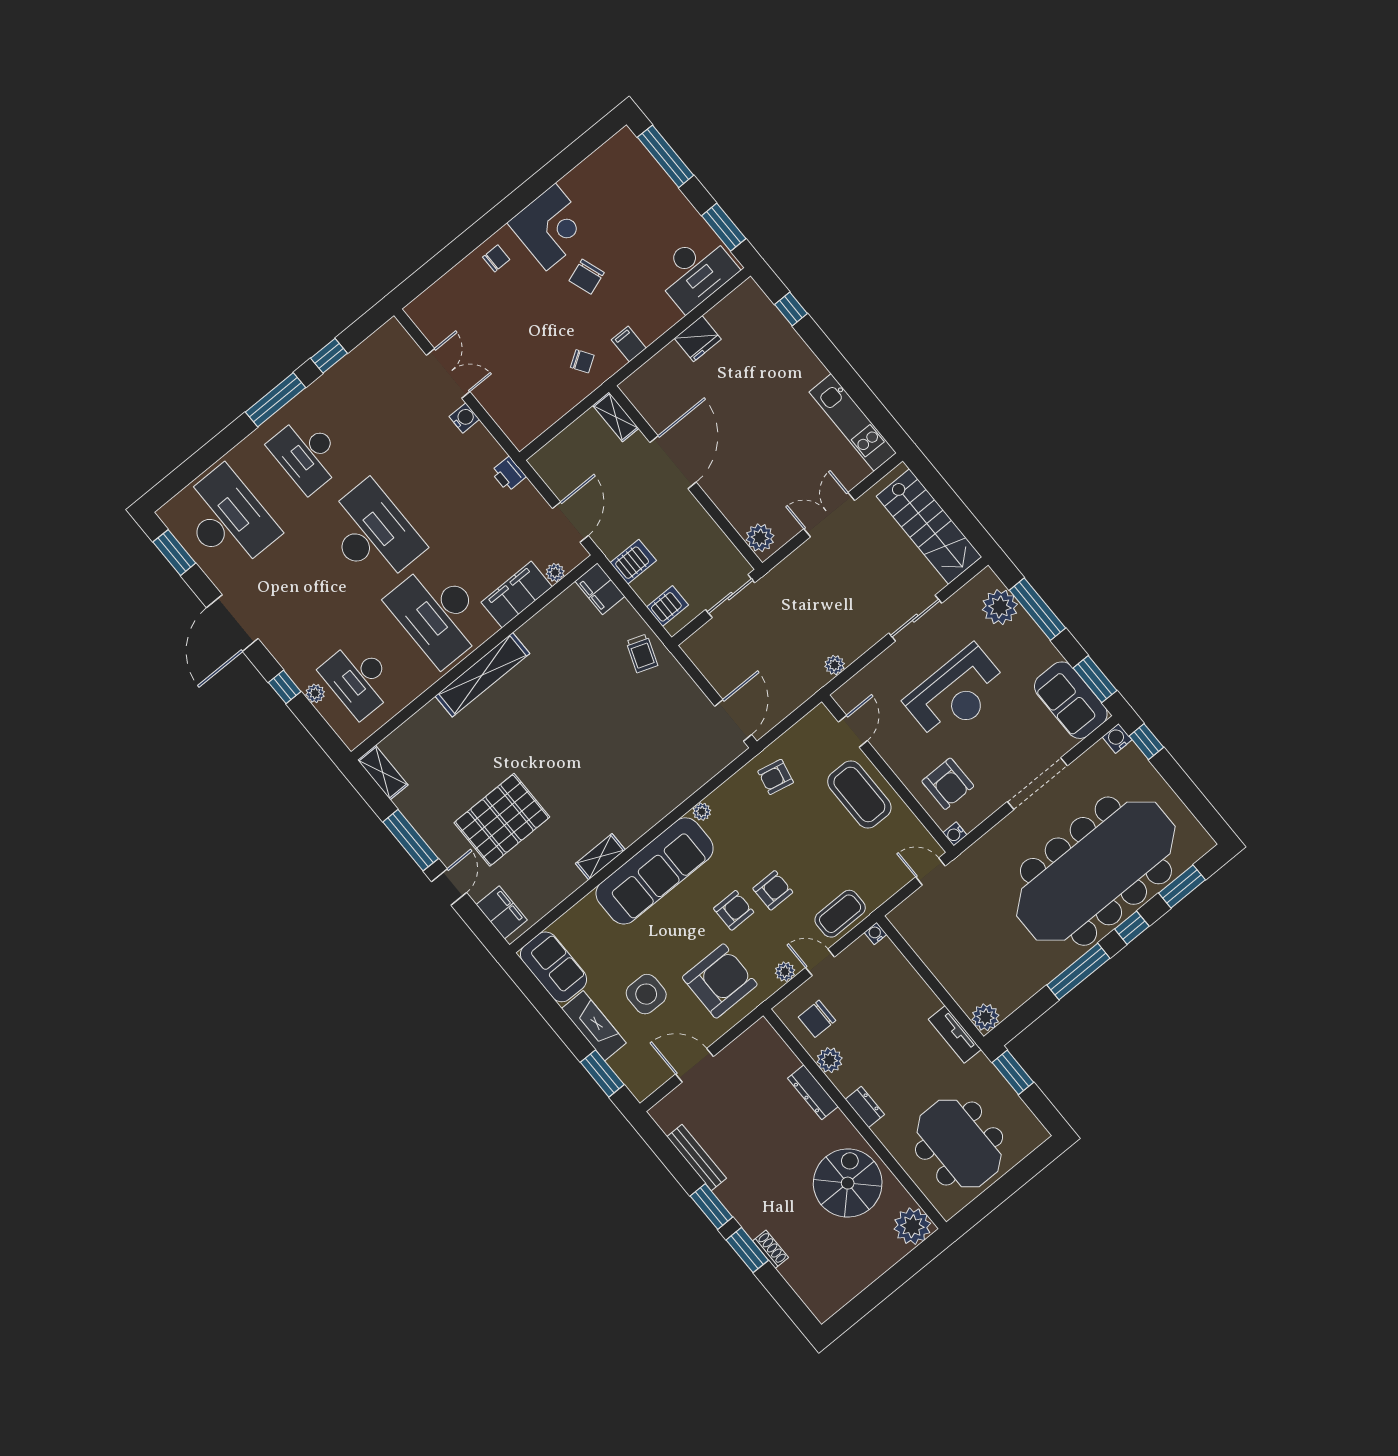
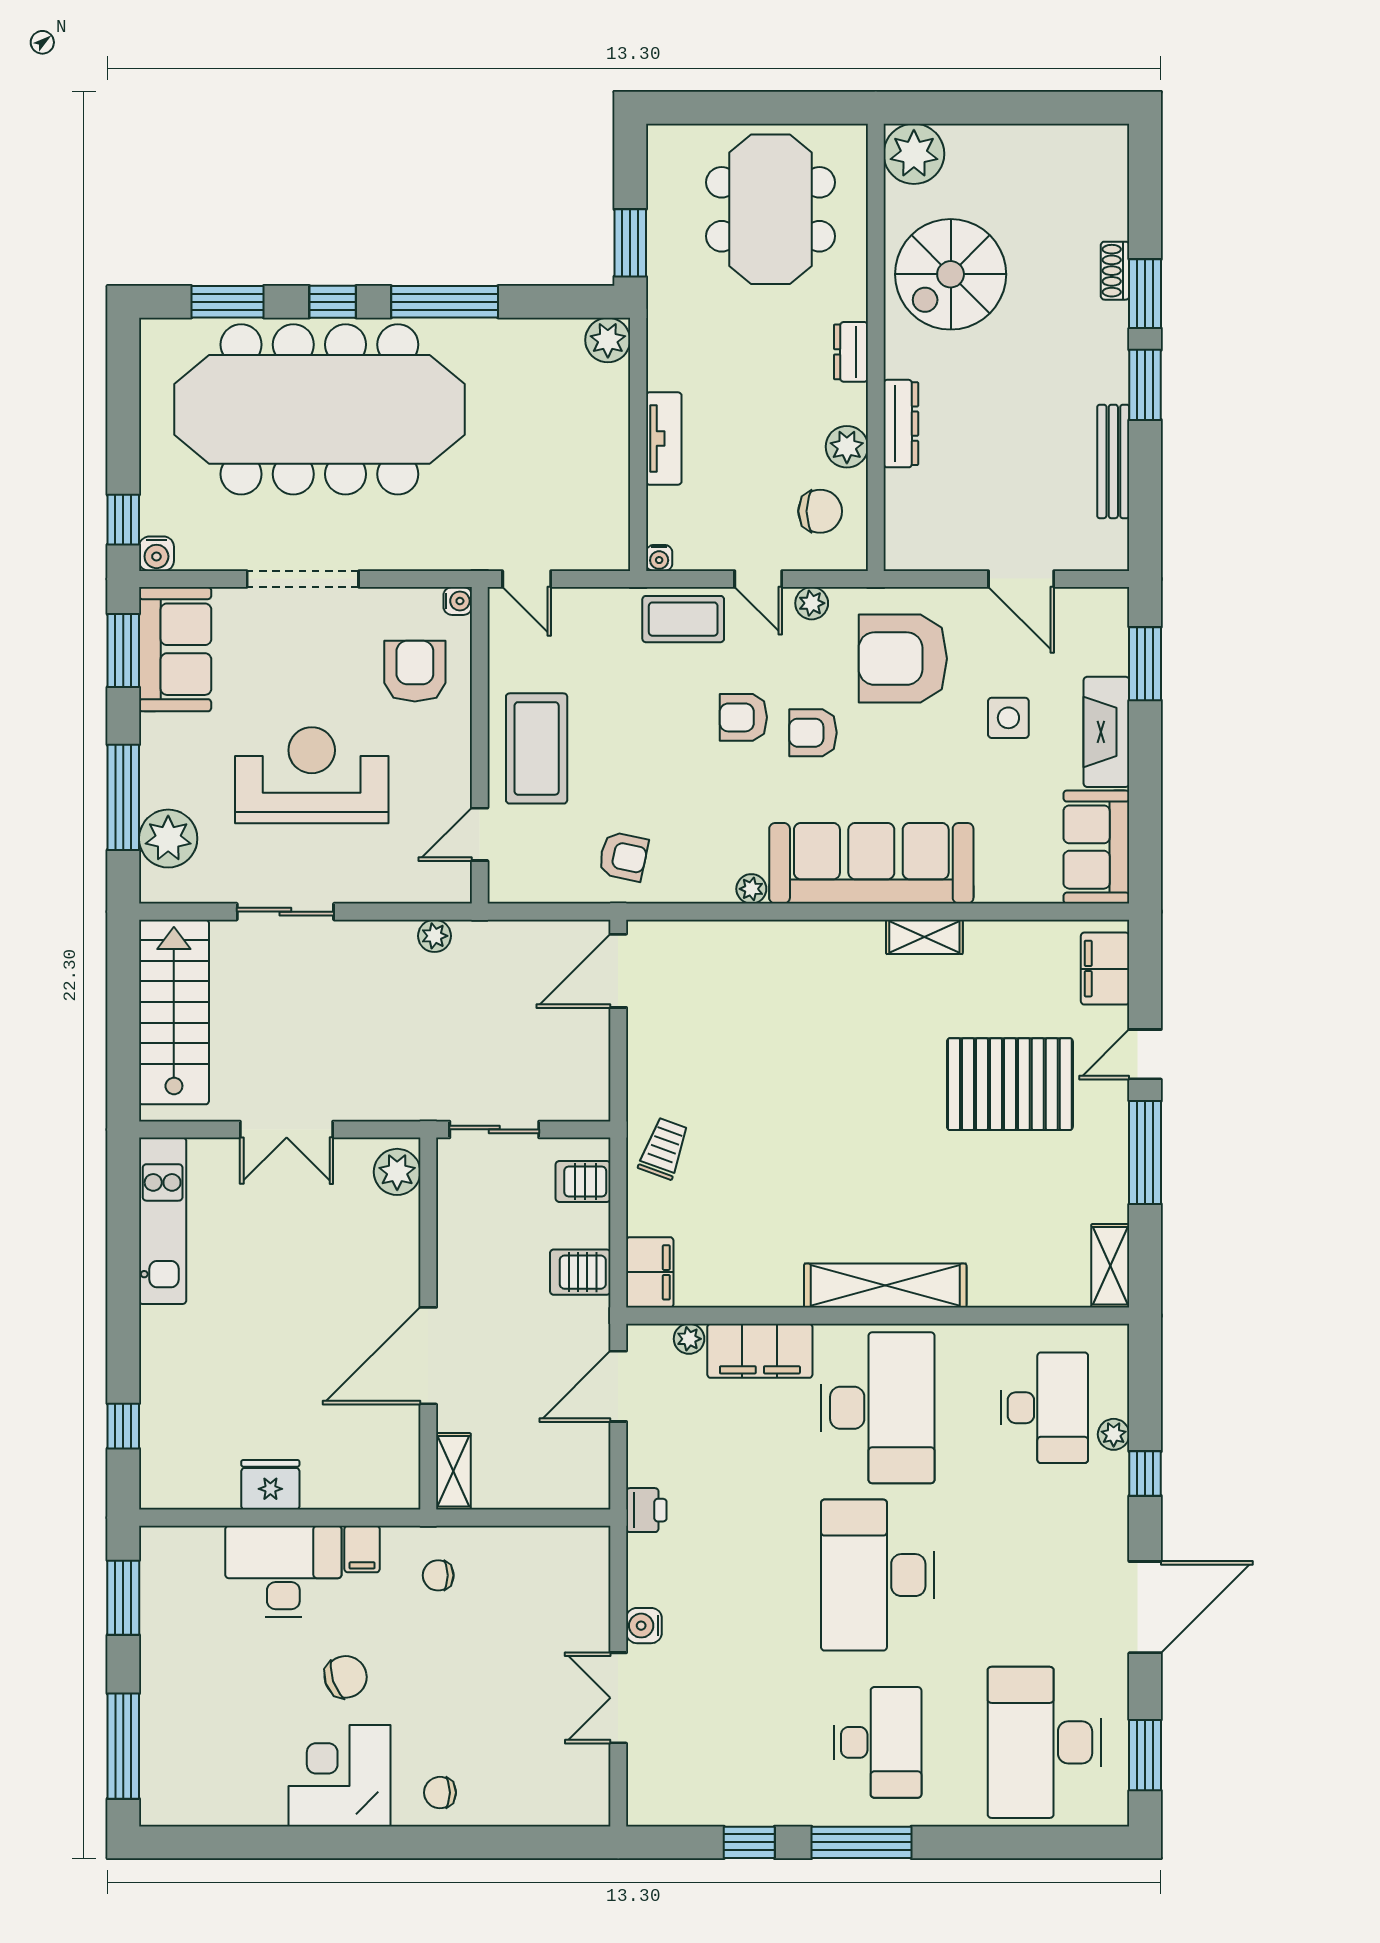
desk: (696, 271) -> (283, 1571), moved
chair: (582, 361) -> (438, 1575), turned -57
side table: (646, 994) -> (1008, 718), width x0.73, depth x0.73
tv unit: (955, 1034) -> (664, 439), moved

